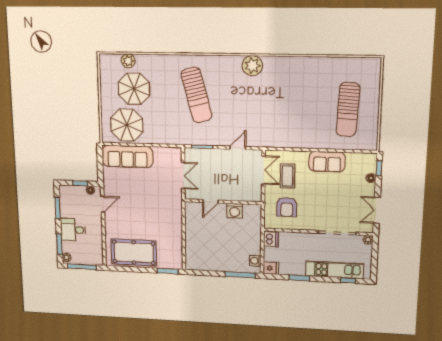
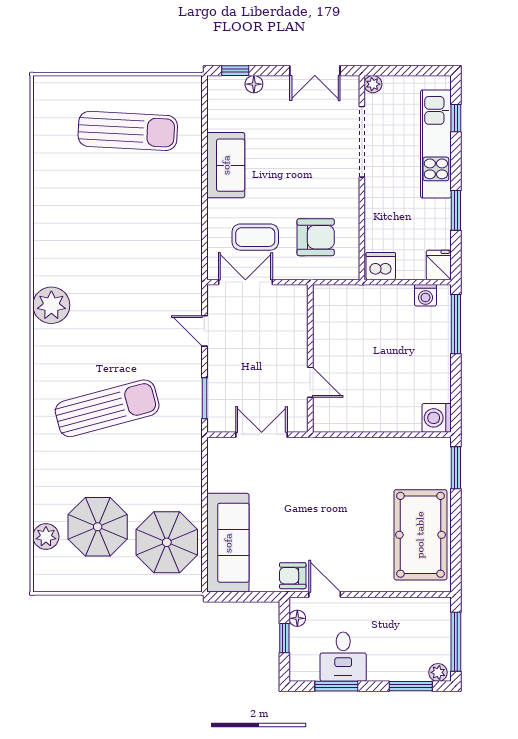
armchair: (112, 189) -> (293, 576), added
washing machine: (235, 211) -> (437, 418), moved, turned 180
desk: (73, 230) -> (343, 657), moved

